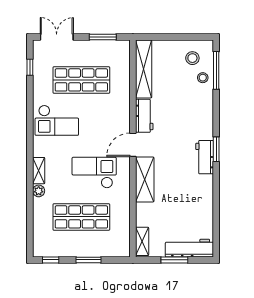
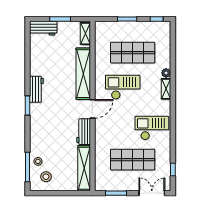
double door: (57, 37) -> (152, 193), swing flipped
workbench: (205, 157) -> (36, 89), moved
checkout: (94, 173) -> (123, 87), turned 180
shelving: (145, 179) -> (83, 74), width x1.47
workbench: (189, 248) -> (43, 28), width x0.73

